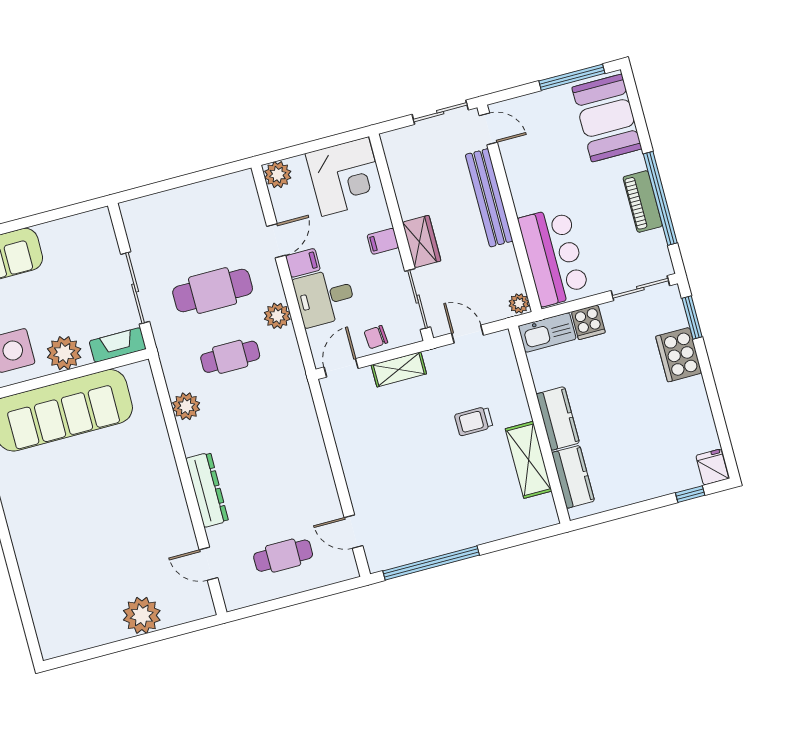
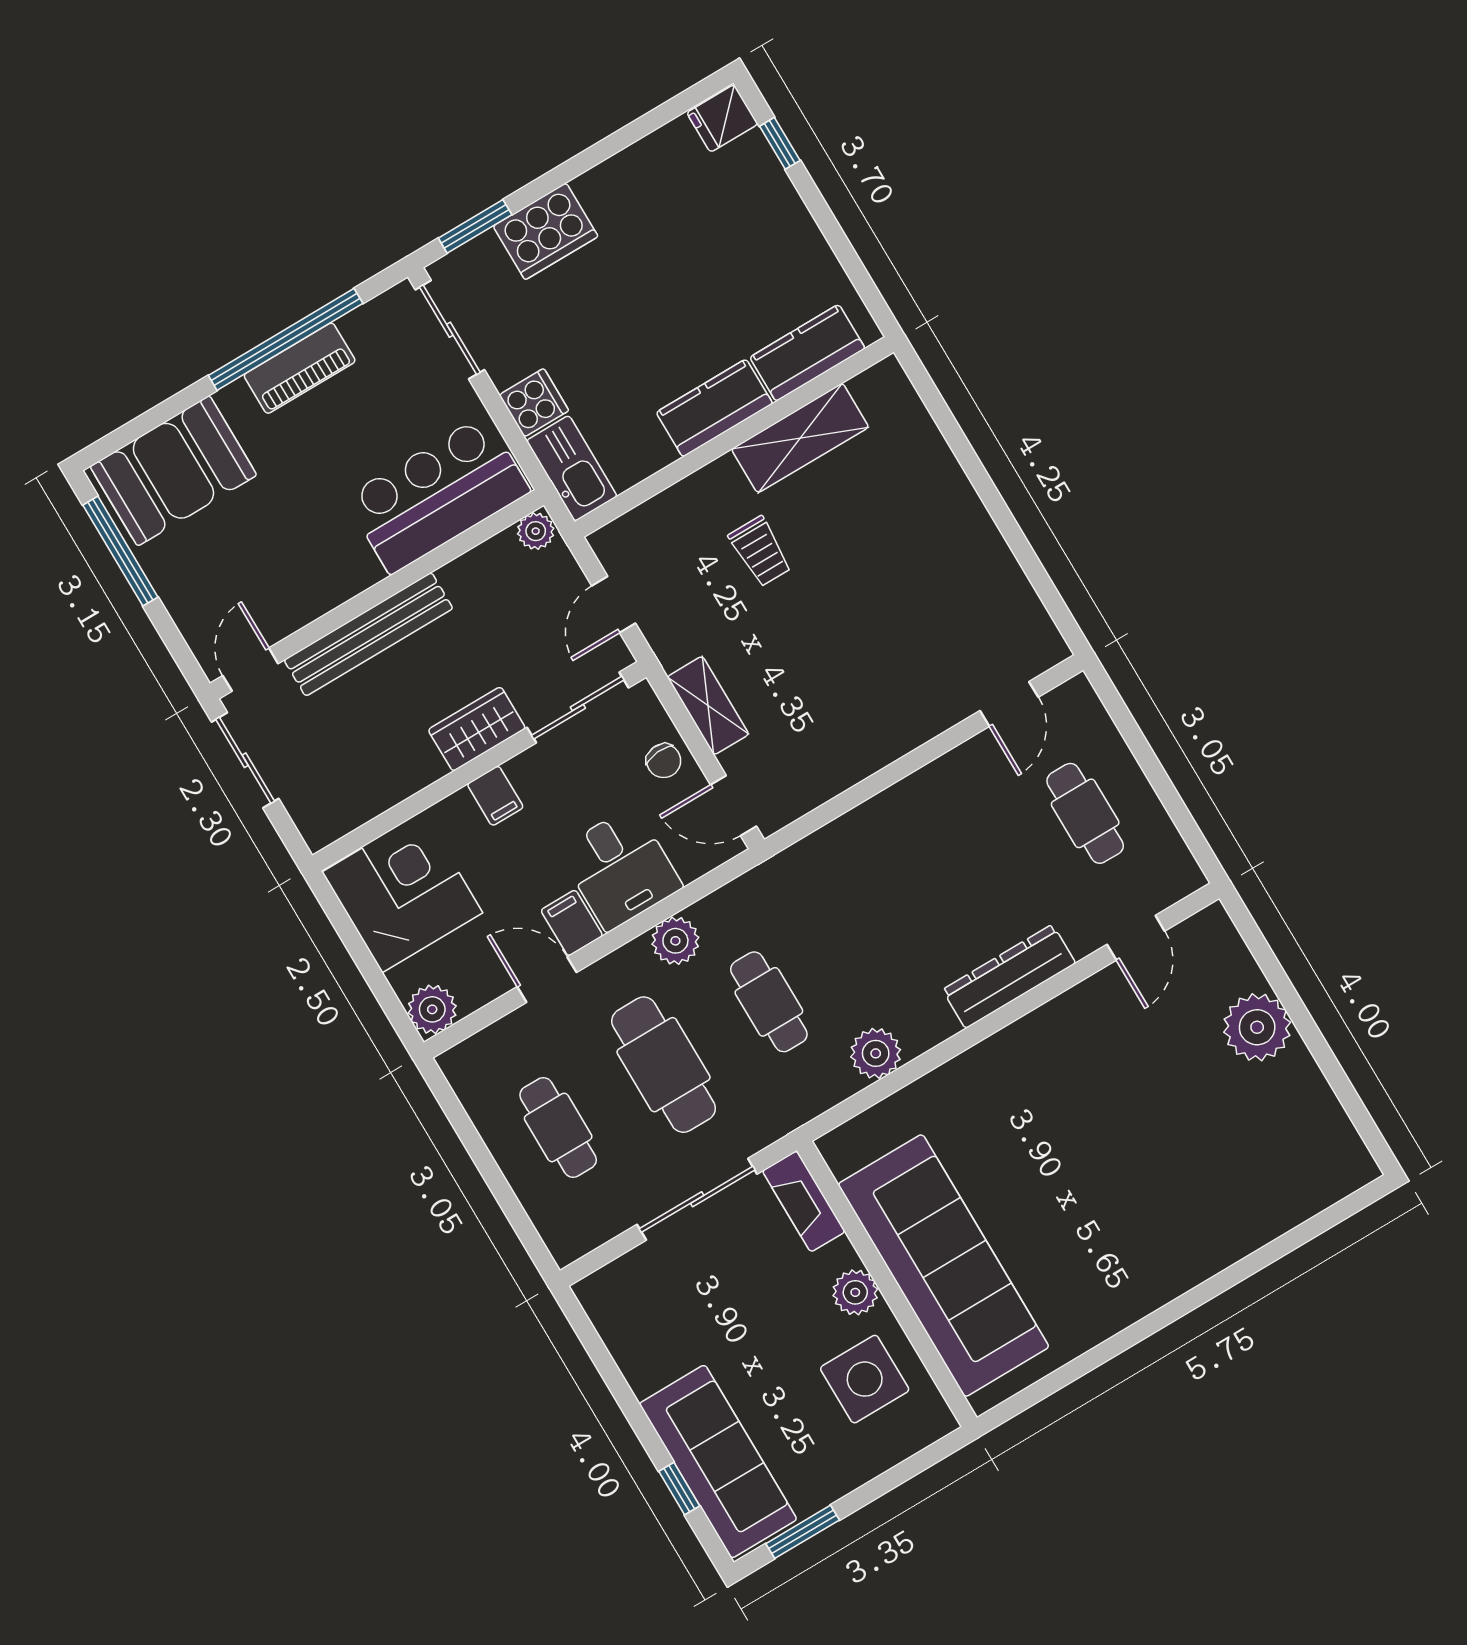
cafe table: (195, 224) -> (558, 1127), added
plant: (64, 353) -> (855, 1292), width x0.73, depth x0.73
window: (431, 563) -> (1025, 555), removed

